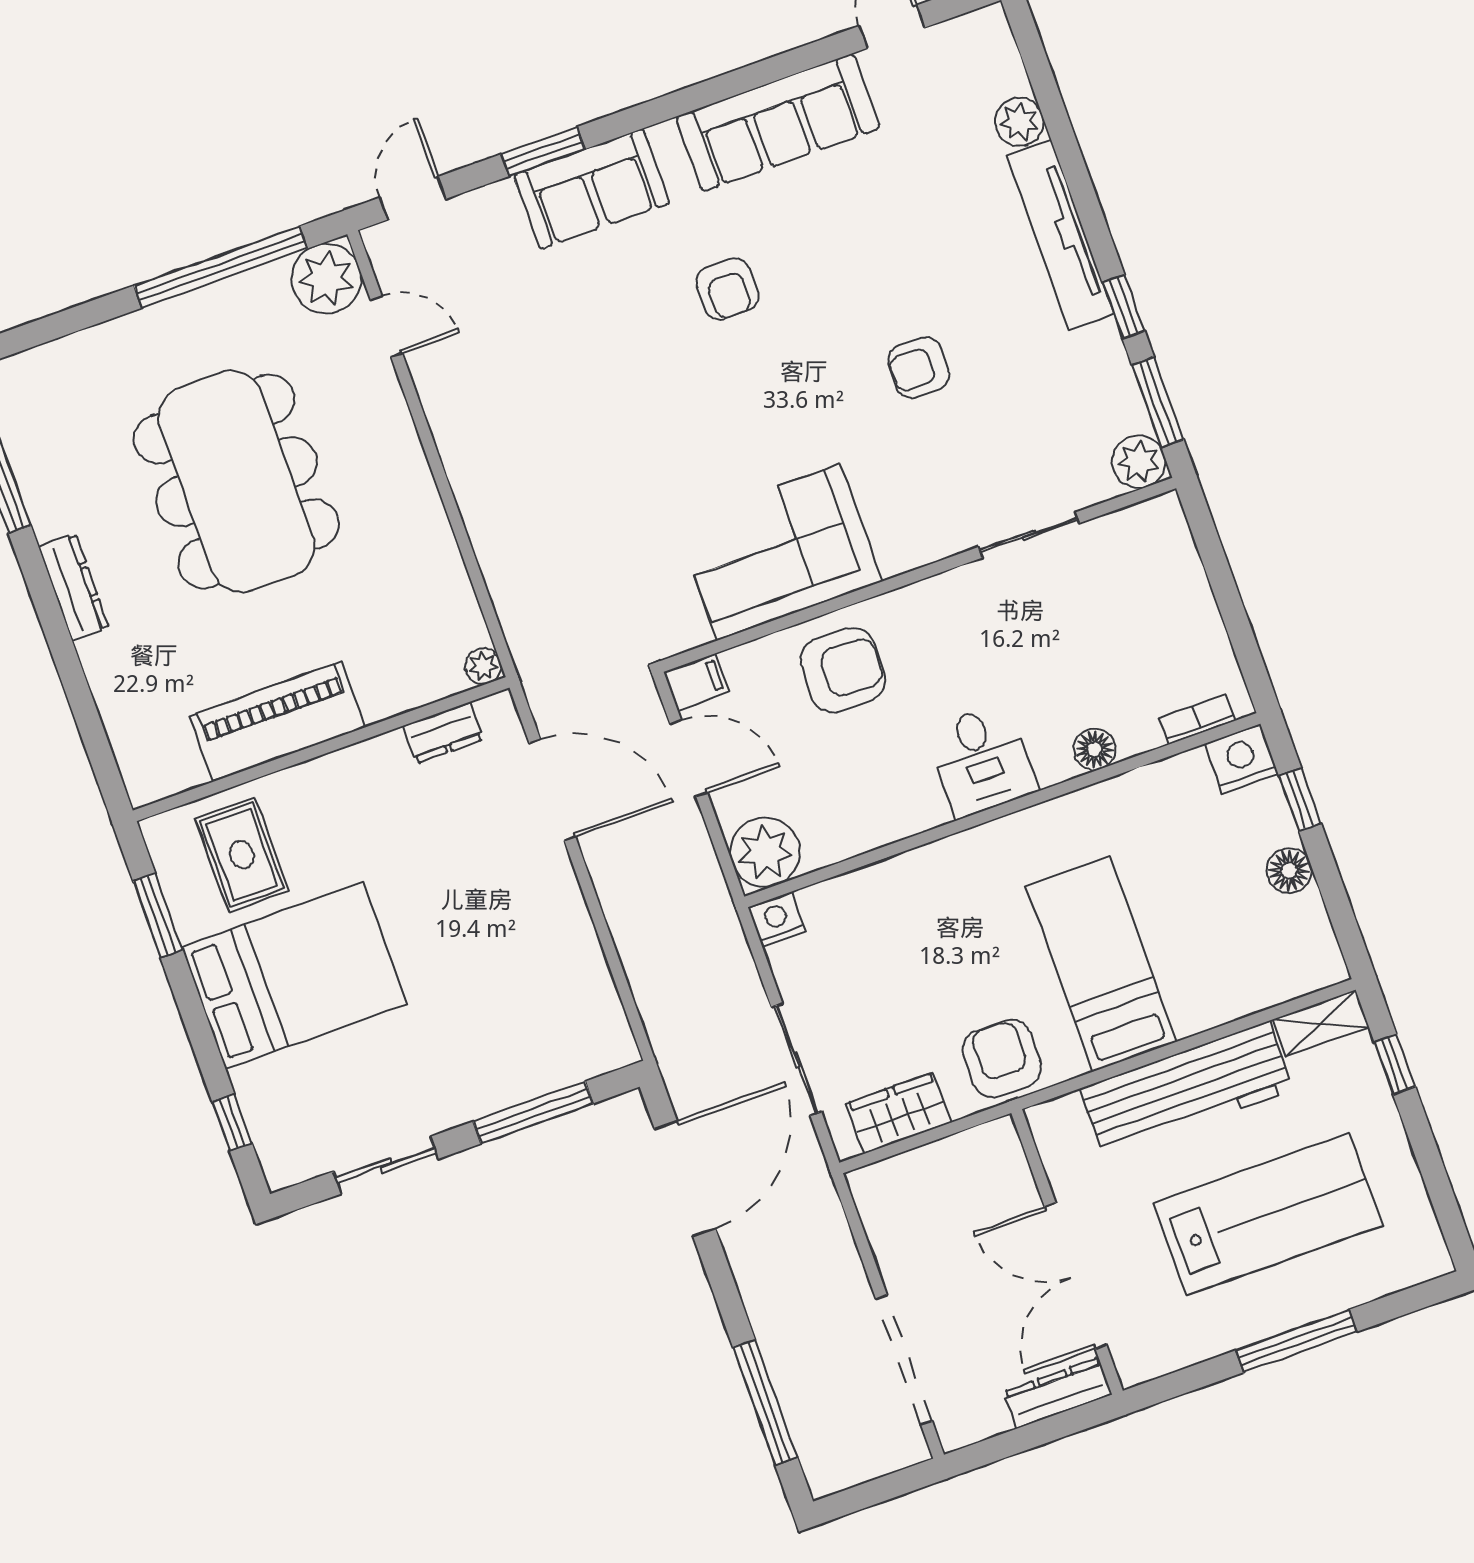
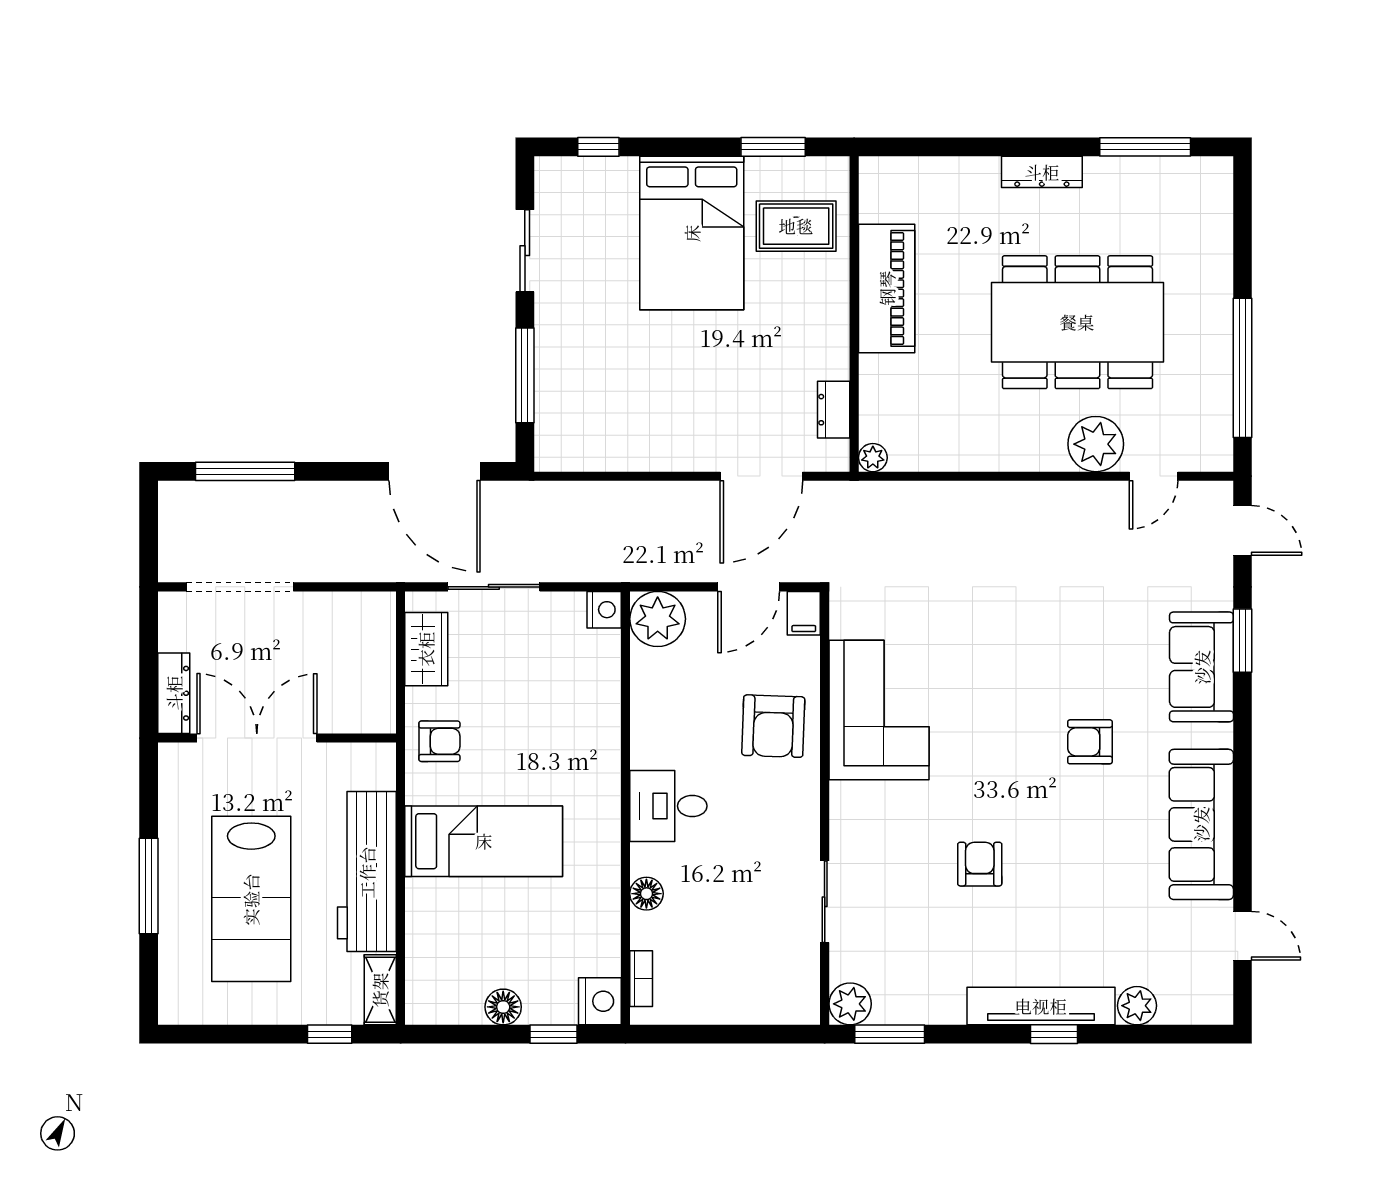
plant: (326, 279) -> (1096, 444), moved
window: (1124, 307) -> (1054, 1034), moved
armchair: (1002, 1059) -> (439, 741), width x0.72, depth x0.72

